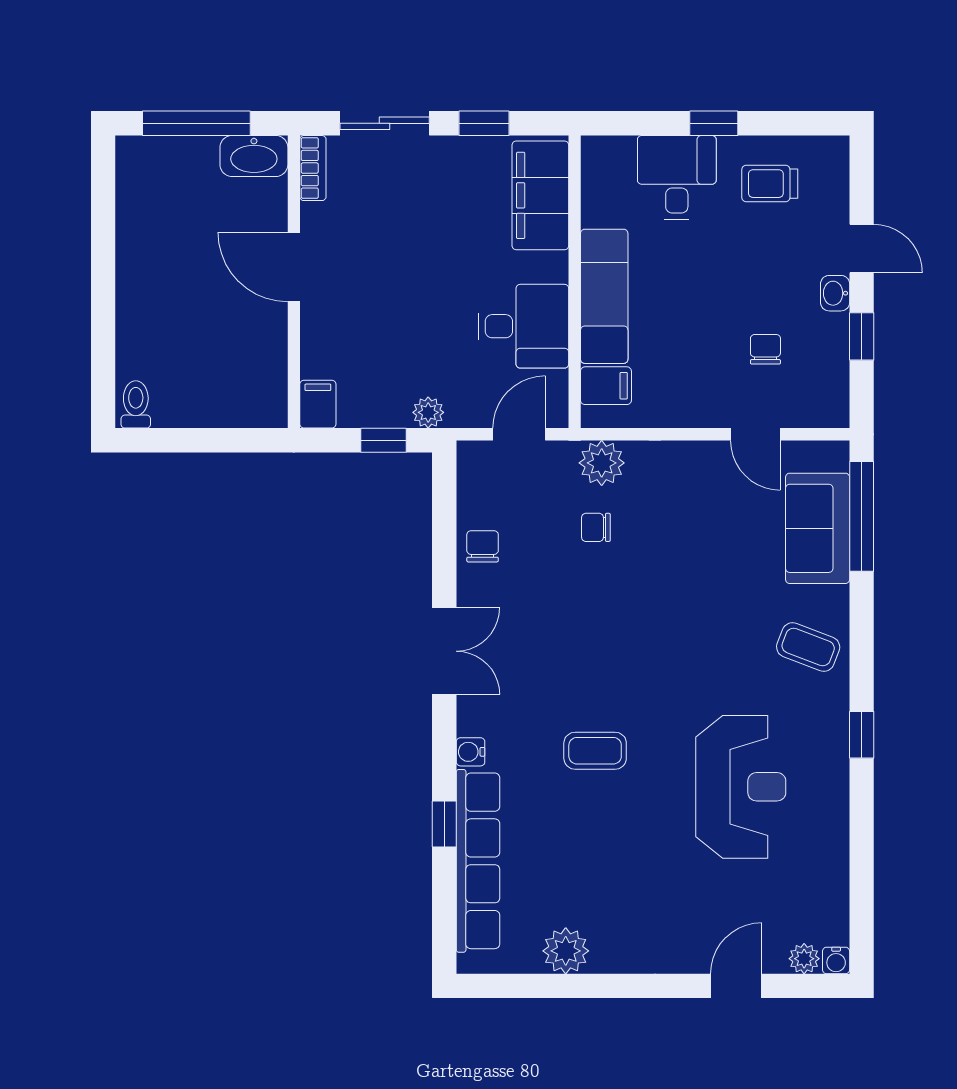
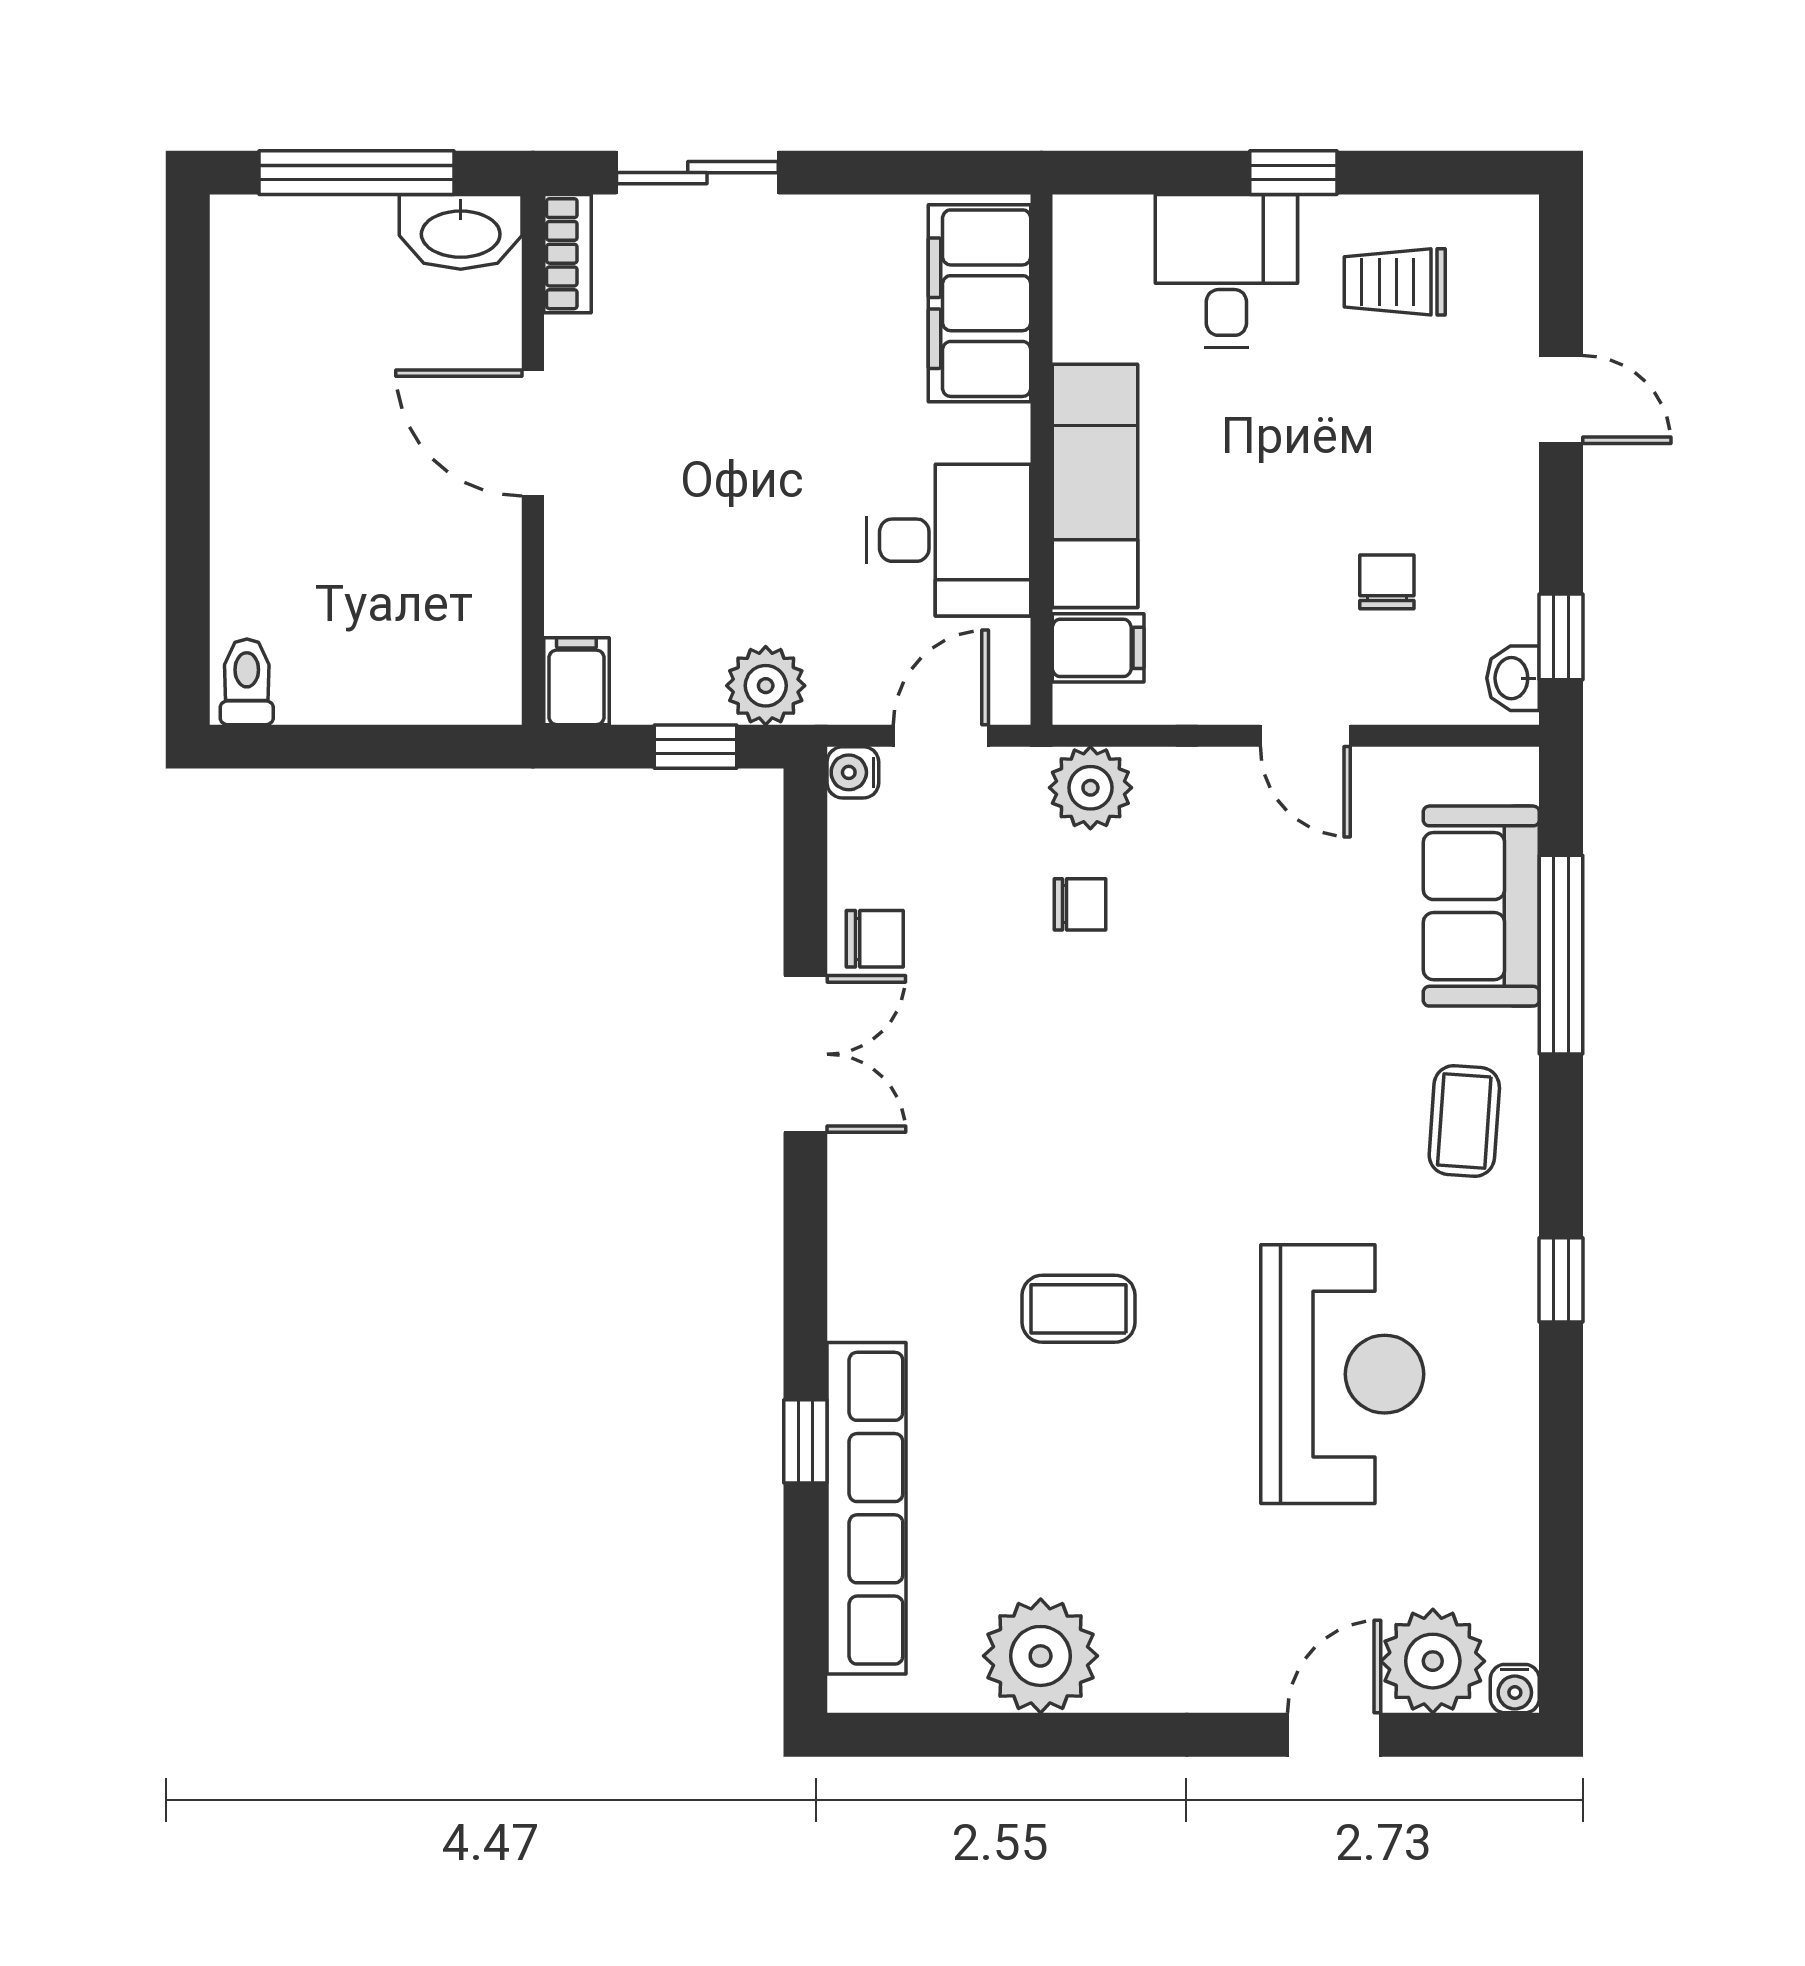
window: (484, 123) -> (877, 173), removed
washbasin: (835, 293) -> (1513, 678), moved
window: (862, 336) -> (1561, 637), moved
plant: (428, 412) -> (766, 686), width x1.38, depth x1.38
door: (755, 434) -> (1305, 736), moved
window: (862, 516) -> (1561, 955), moved
chair: (596, 527) -> (1080, 904), turned 180
chair: (483, 546) -> (875, 939), turned 90
coffee table: (808, 647) -> (1464, 1121), turned 73
double door: (444, 651) -> (805, 1054), moved
water cooler: (471, 752) -> (853, 772), moved
plant: (566, 951) -> (1041, 1656), width x1.36, depth x1.36
plant: (804, 959) -> (1433, 1661), width x1.87, depth x1.87

